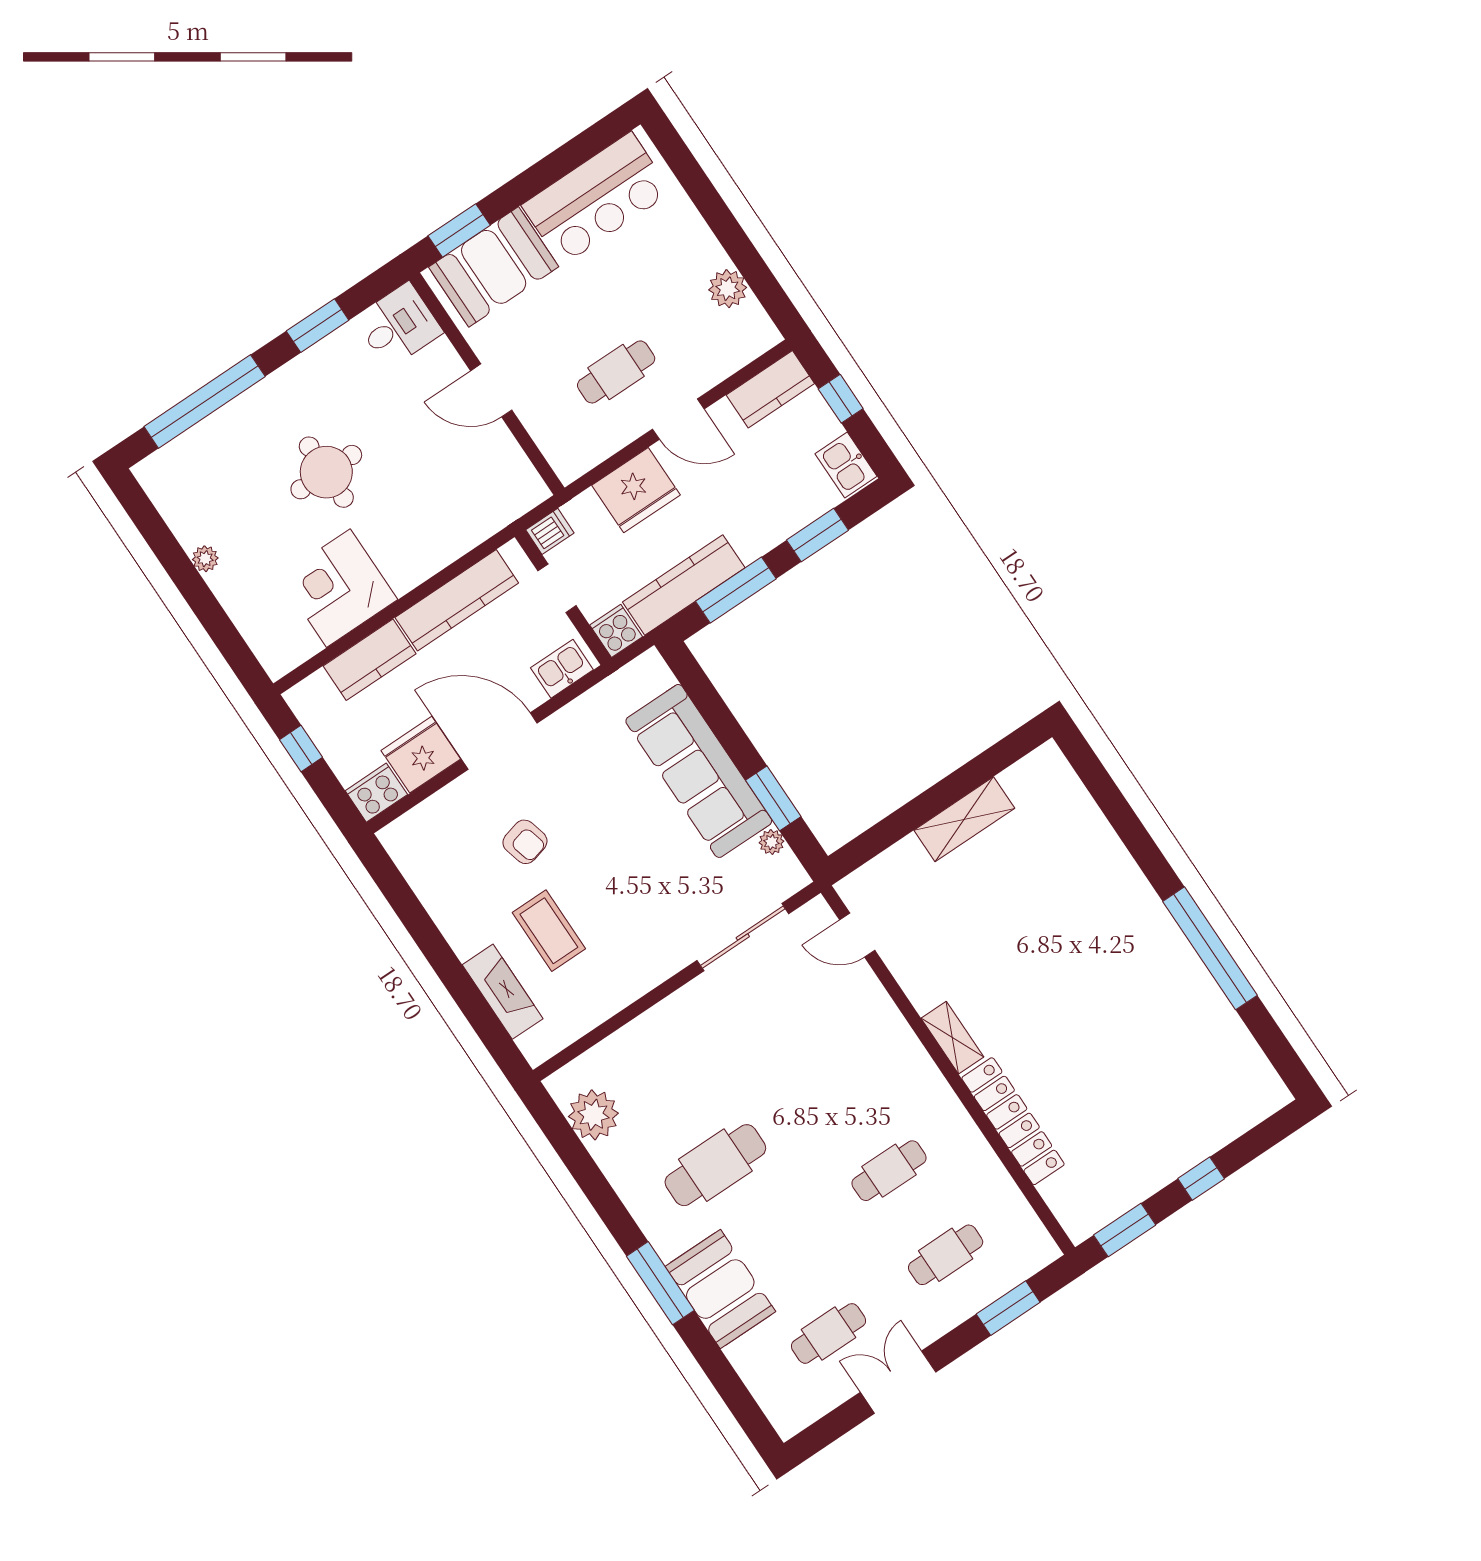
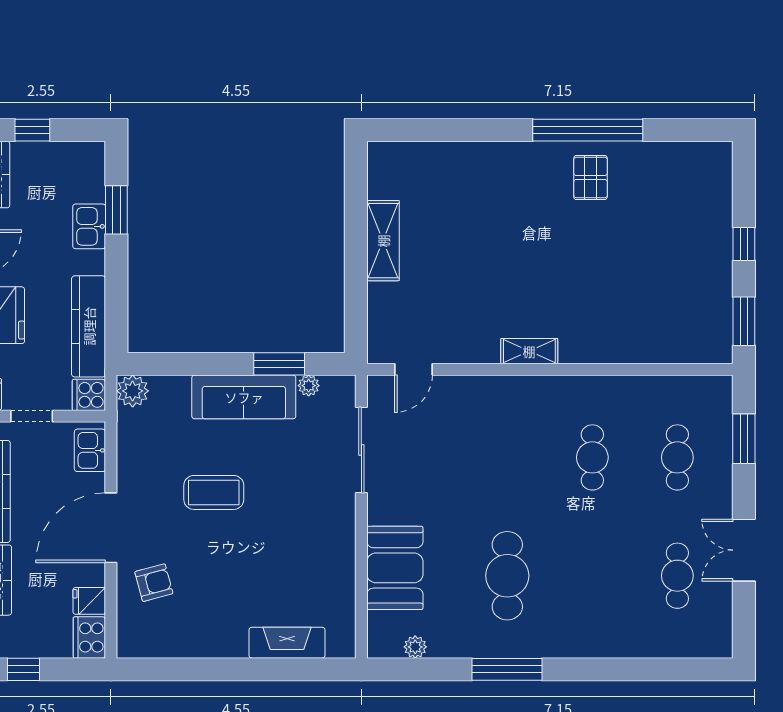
kitchen sink: (846, 465) -> (89, 226), moved, turned 90
window: (736, 590) -> (116, 292), removed
plant: (649, 671) -> (133, 391), added
fridge: (421, 755) -> (89, 601), width x0.53, depth x0.75
sofa: (699, 771) -> (244, 397), width x0.74, depth x0.79
armchair: (525, 842) -> (154, 583), moved
coffee table: (549, 931) -> (214, 492), moved
pallet: (1165, 983) -> (591, 177), added
plant: (593, 1115) -> (415, 647), width x0.53, depth x0.53
locker: (1013, 1121) -> (616, 348), removed
window: (660, 1283) -> (507, 669), moved
booth: (720, 1289) -> (395, 568), moved, turned 90

